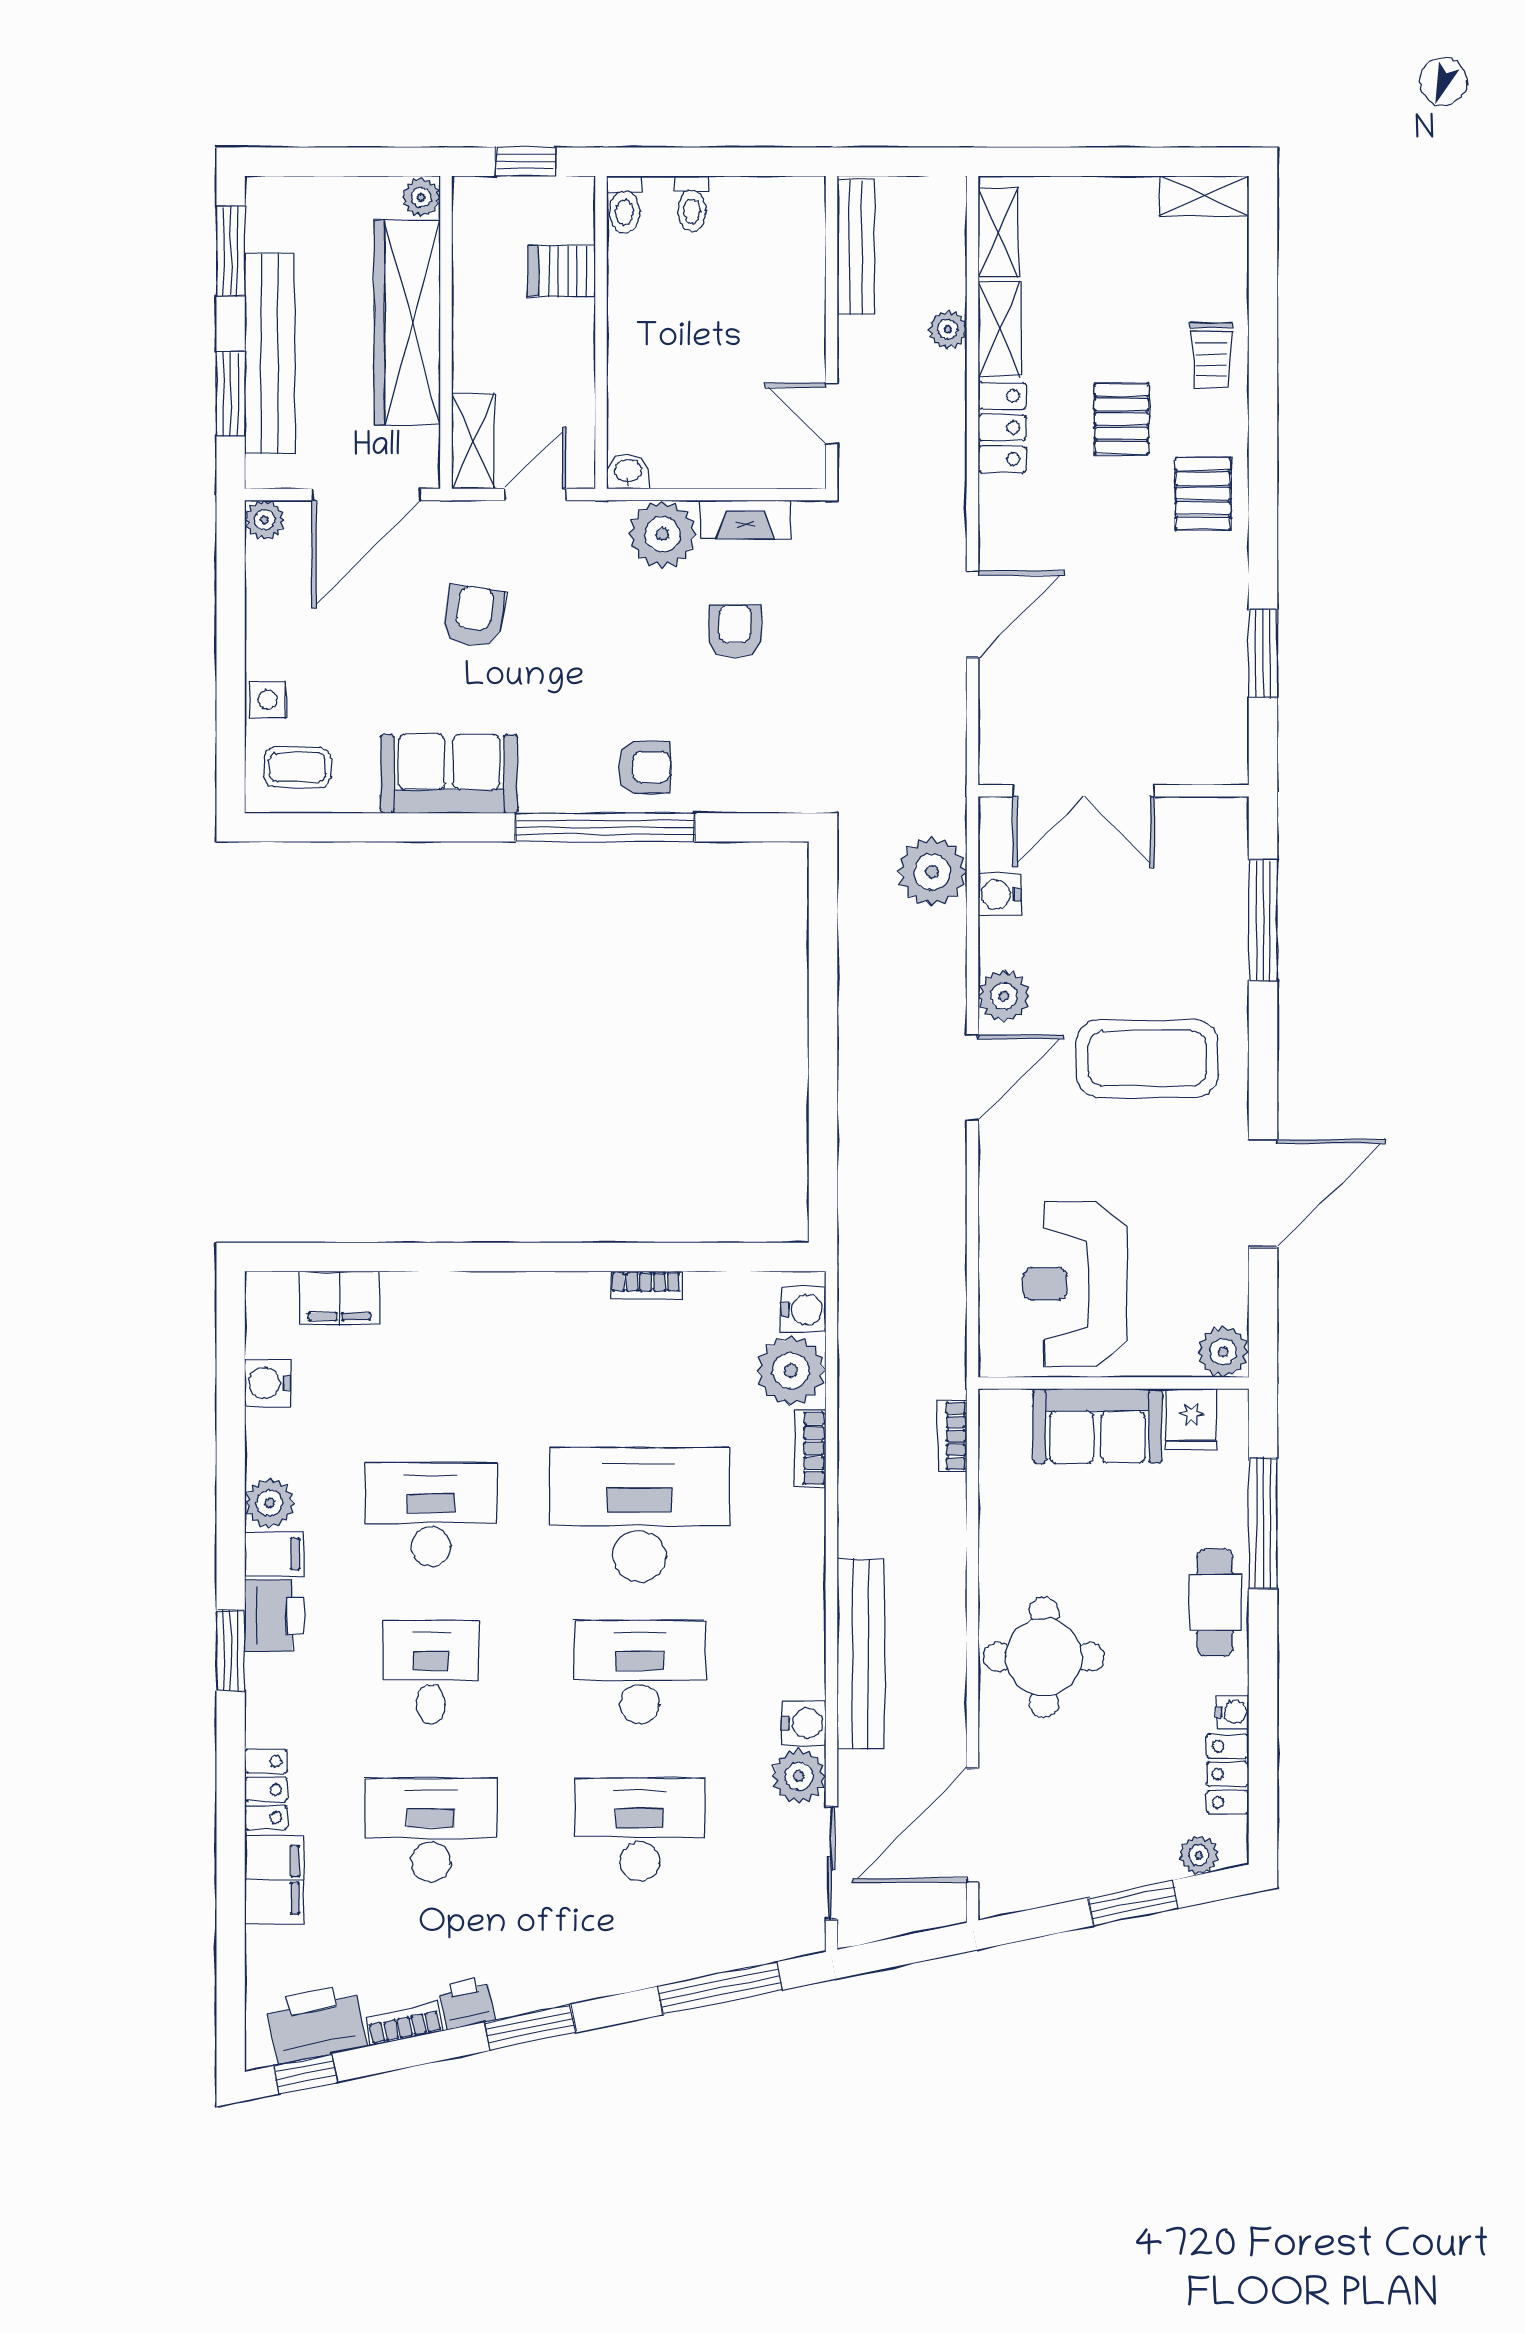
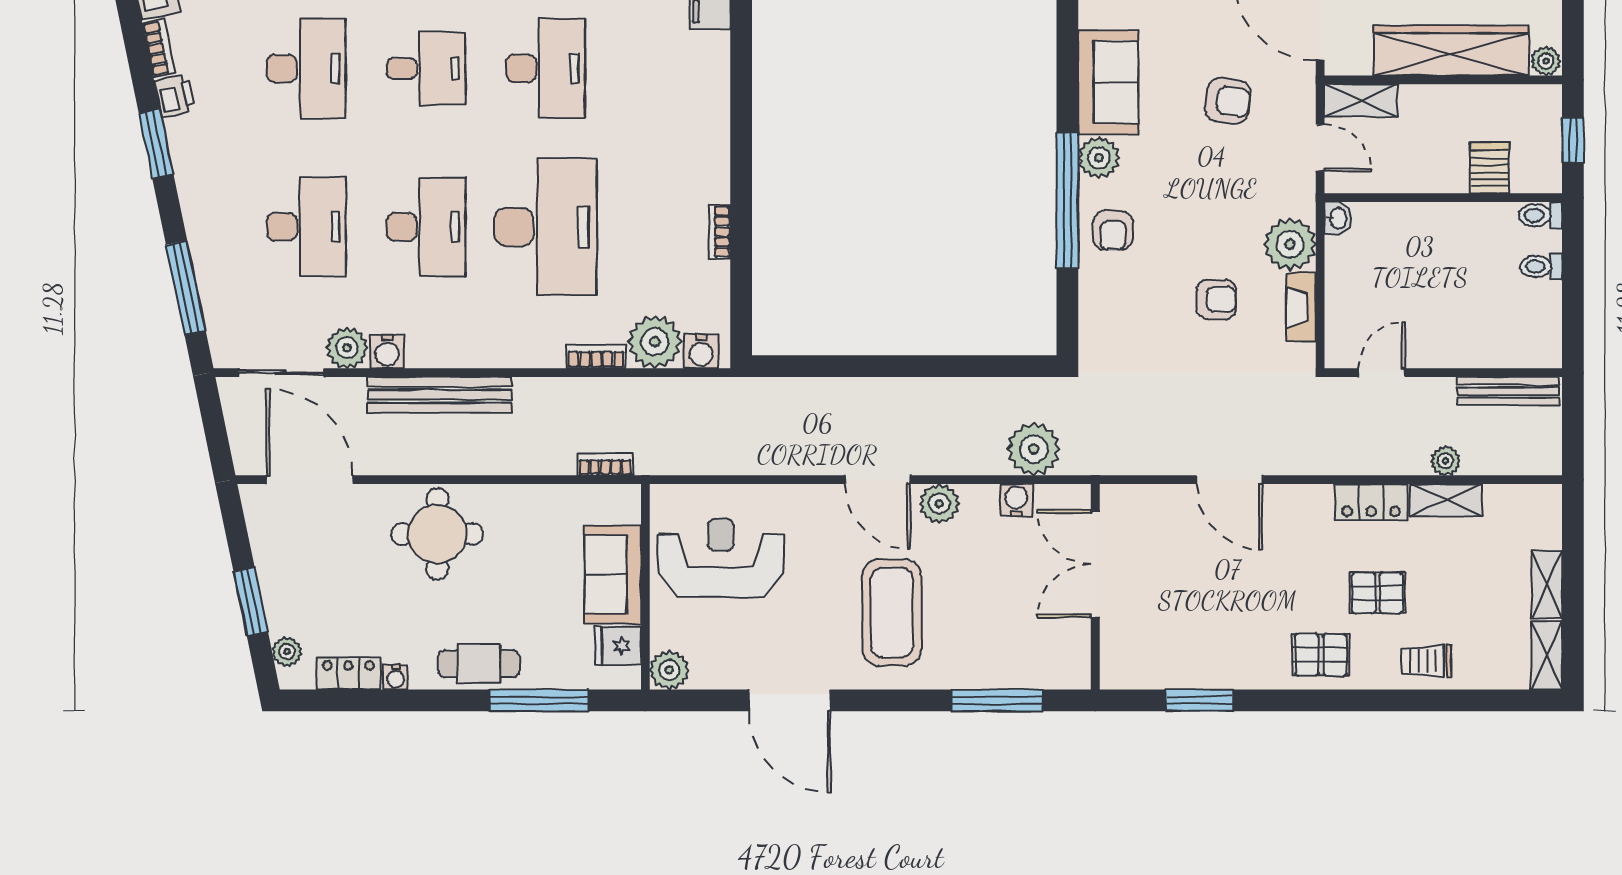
shelving: (998, 233) -> (1547, 585), moved, turned 90
plant: (548, 786) -> (1099, 158), added

